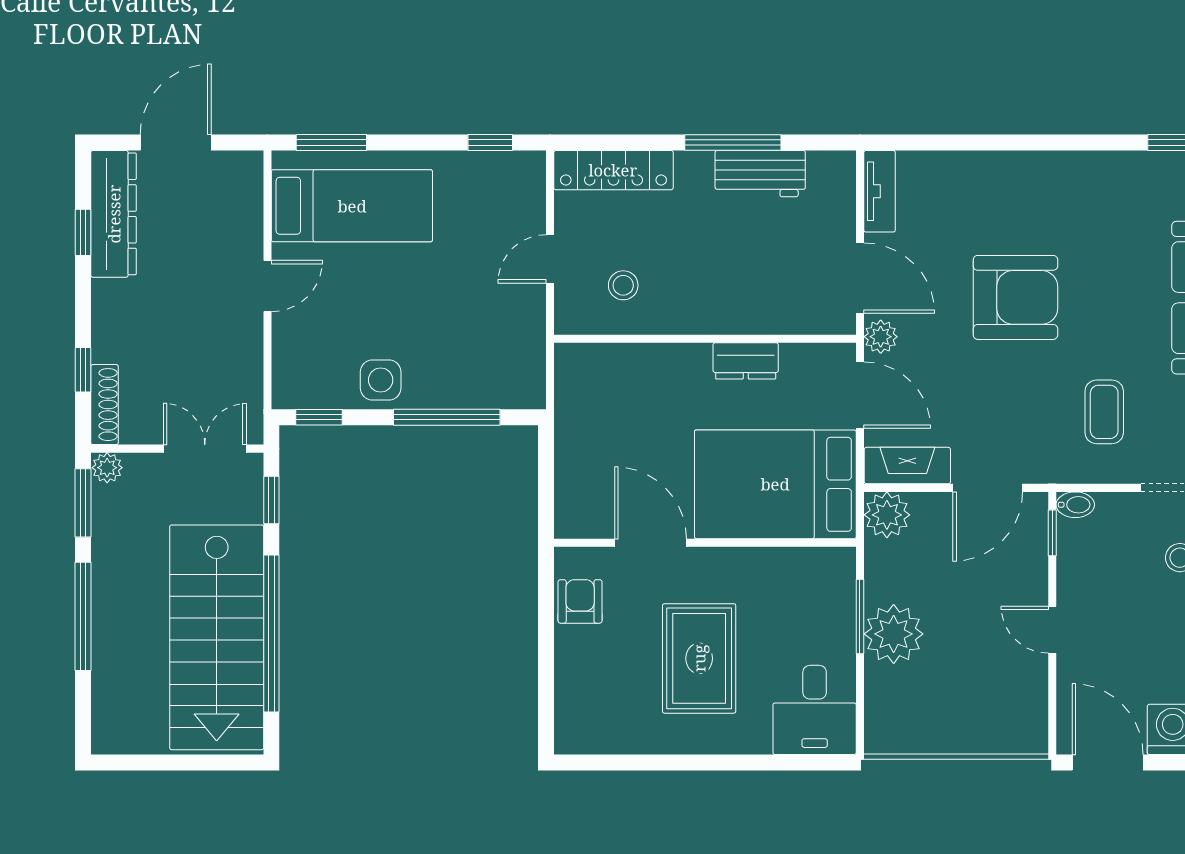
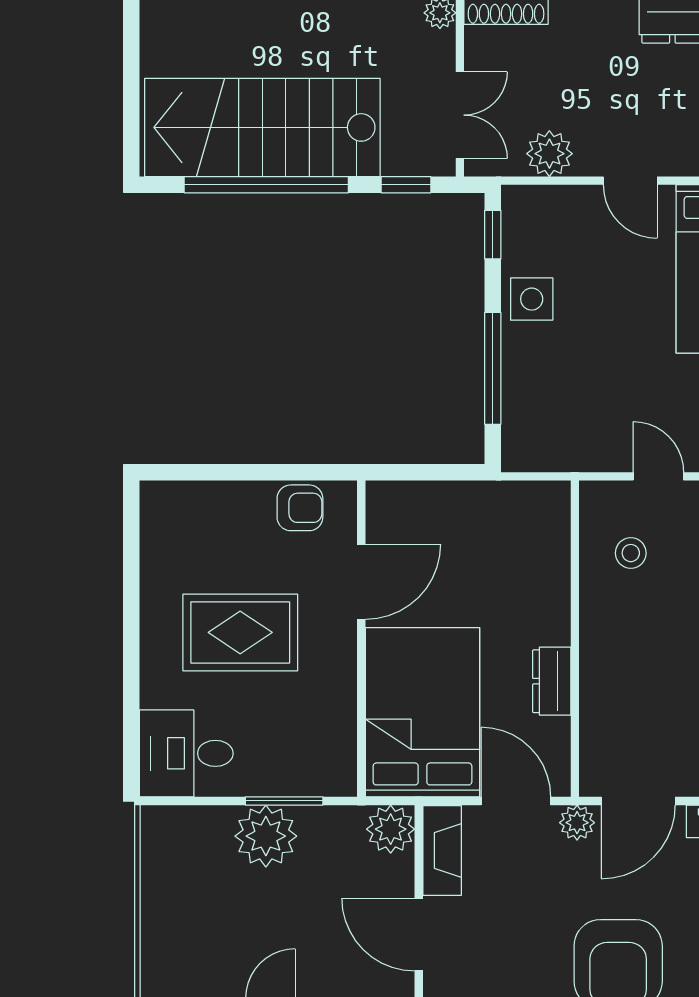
plant: (242, 363) -> (549, 154), added
door: (860, 395) -> (516, 801), swing flipped

